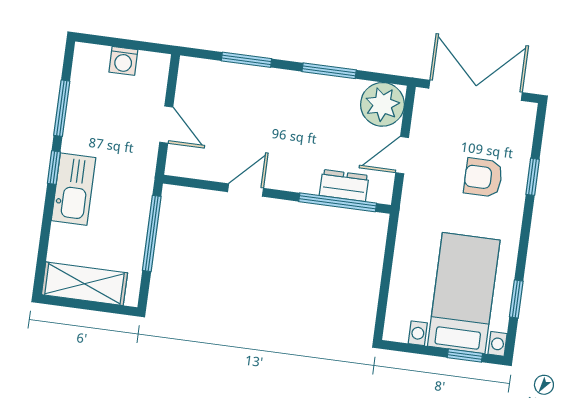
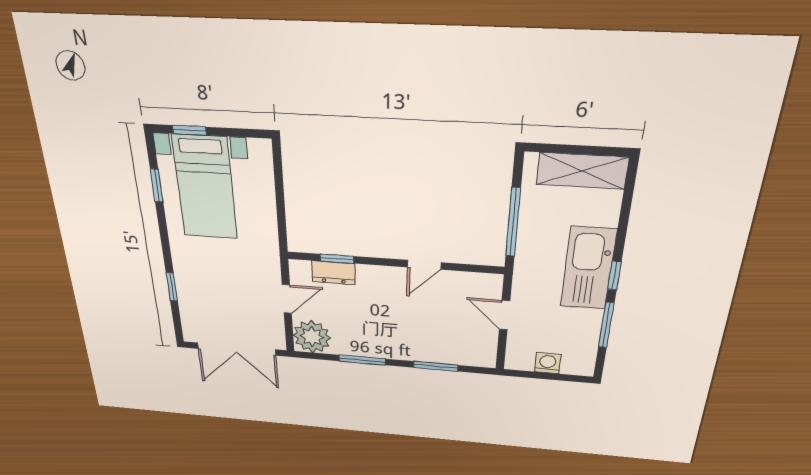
armchair: (483, 177) -> (213, 285), removed
kitchen sink: (74, 189) -> (588, 268), width x1.36, depth x1.24
window: (338, 202) -> (337, 259), width x0.46

